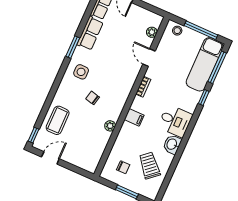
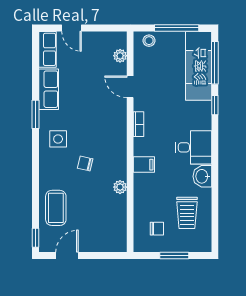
trolley: (150, 166) -> (187, 213), turned -139

